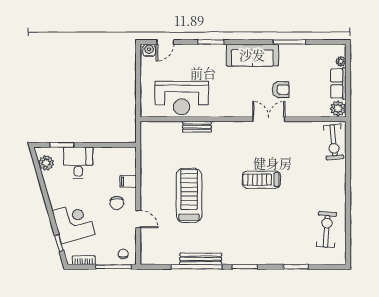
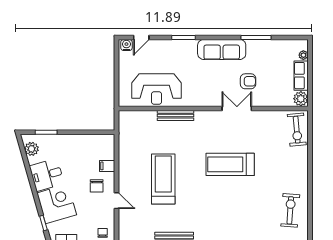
bench: (197, 127) -> (175, 116), width x1.36
desk: (78, 163) -> (47, 175), moved, turned -106
treadmill: (261, 180) -> (230, 164), width x1.37, depth x1.38

